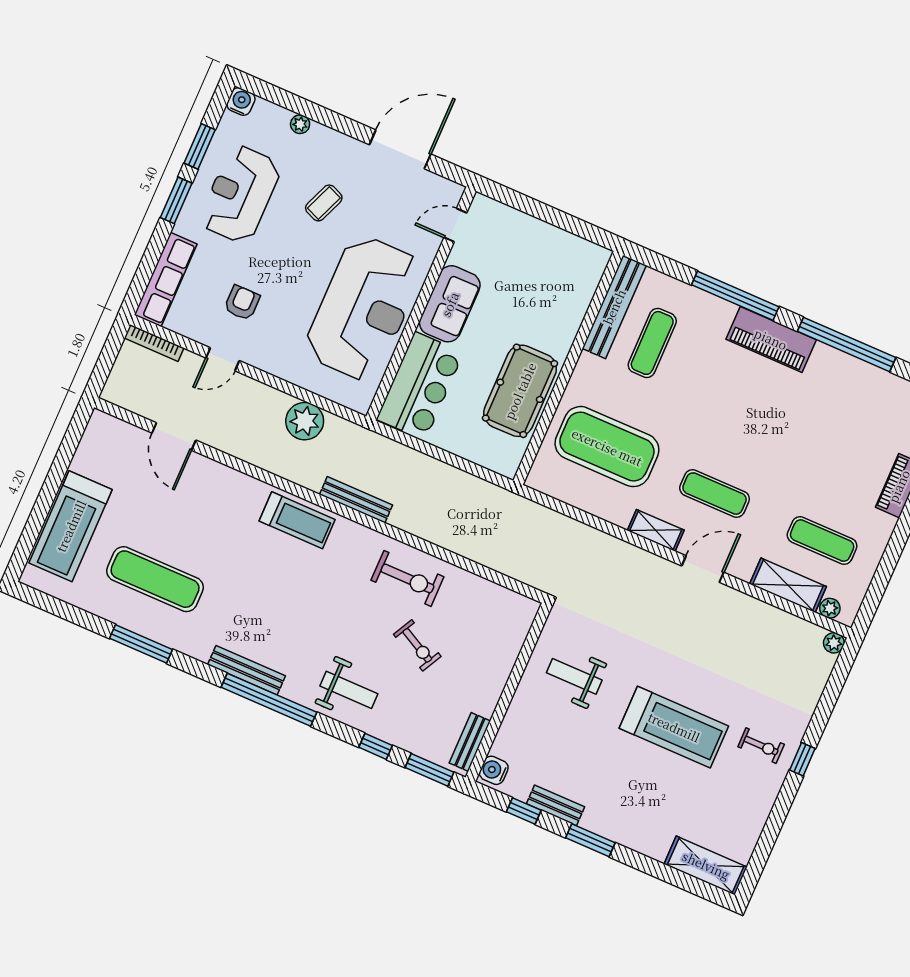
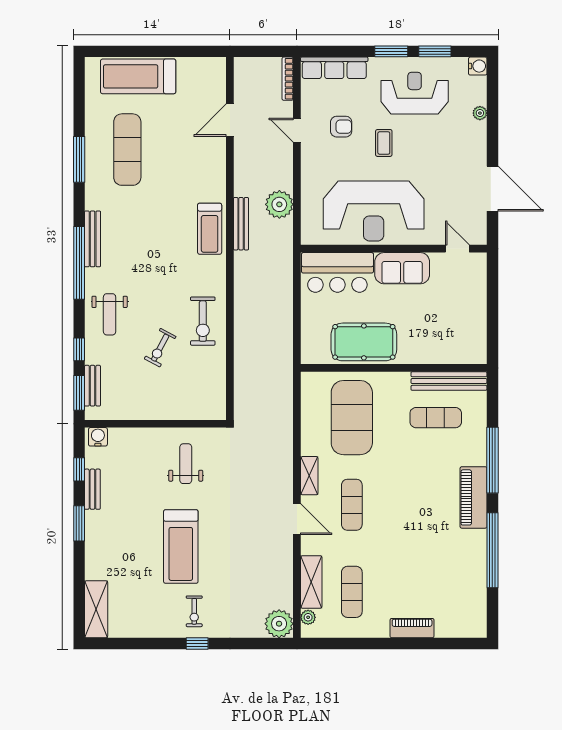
coffee table: (324, 203) -> (384, 143), moved, turned 68
bench: (356, 500) -> (241, 224), moved
plant: (834, 643) -> (279, 624), width x1.88, depth x1.88
bench: (470, 742) -> (93, 386), moved, turned 90

